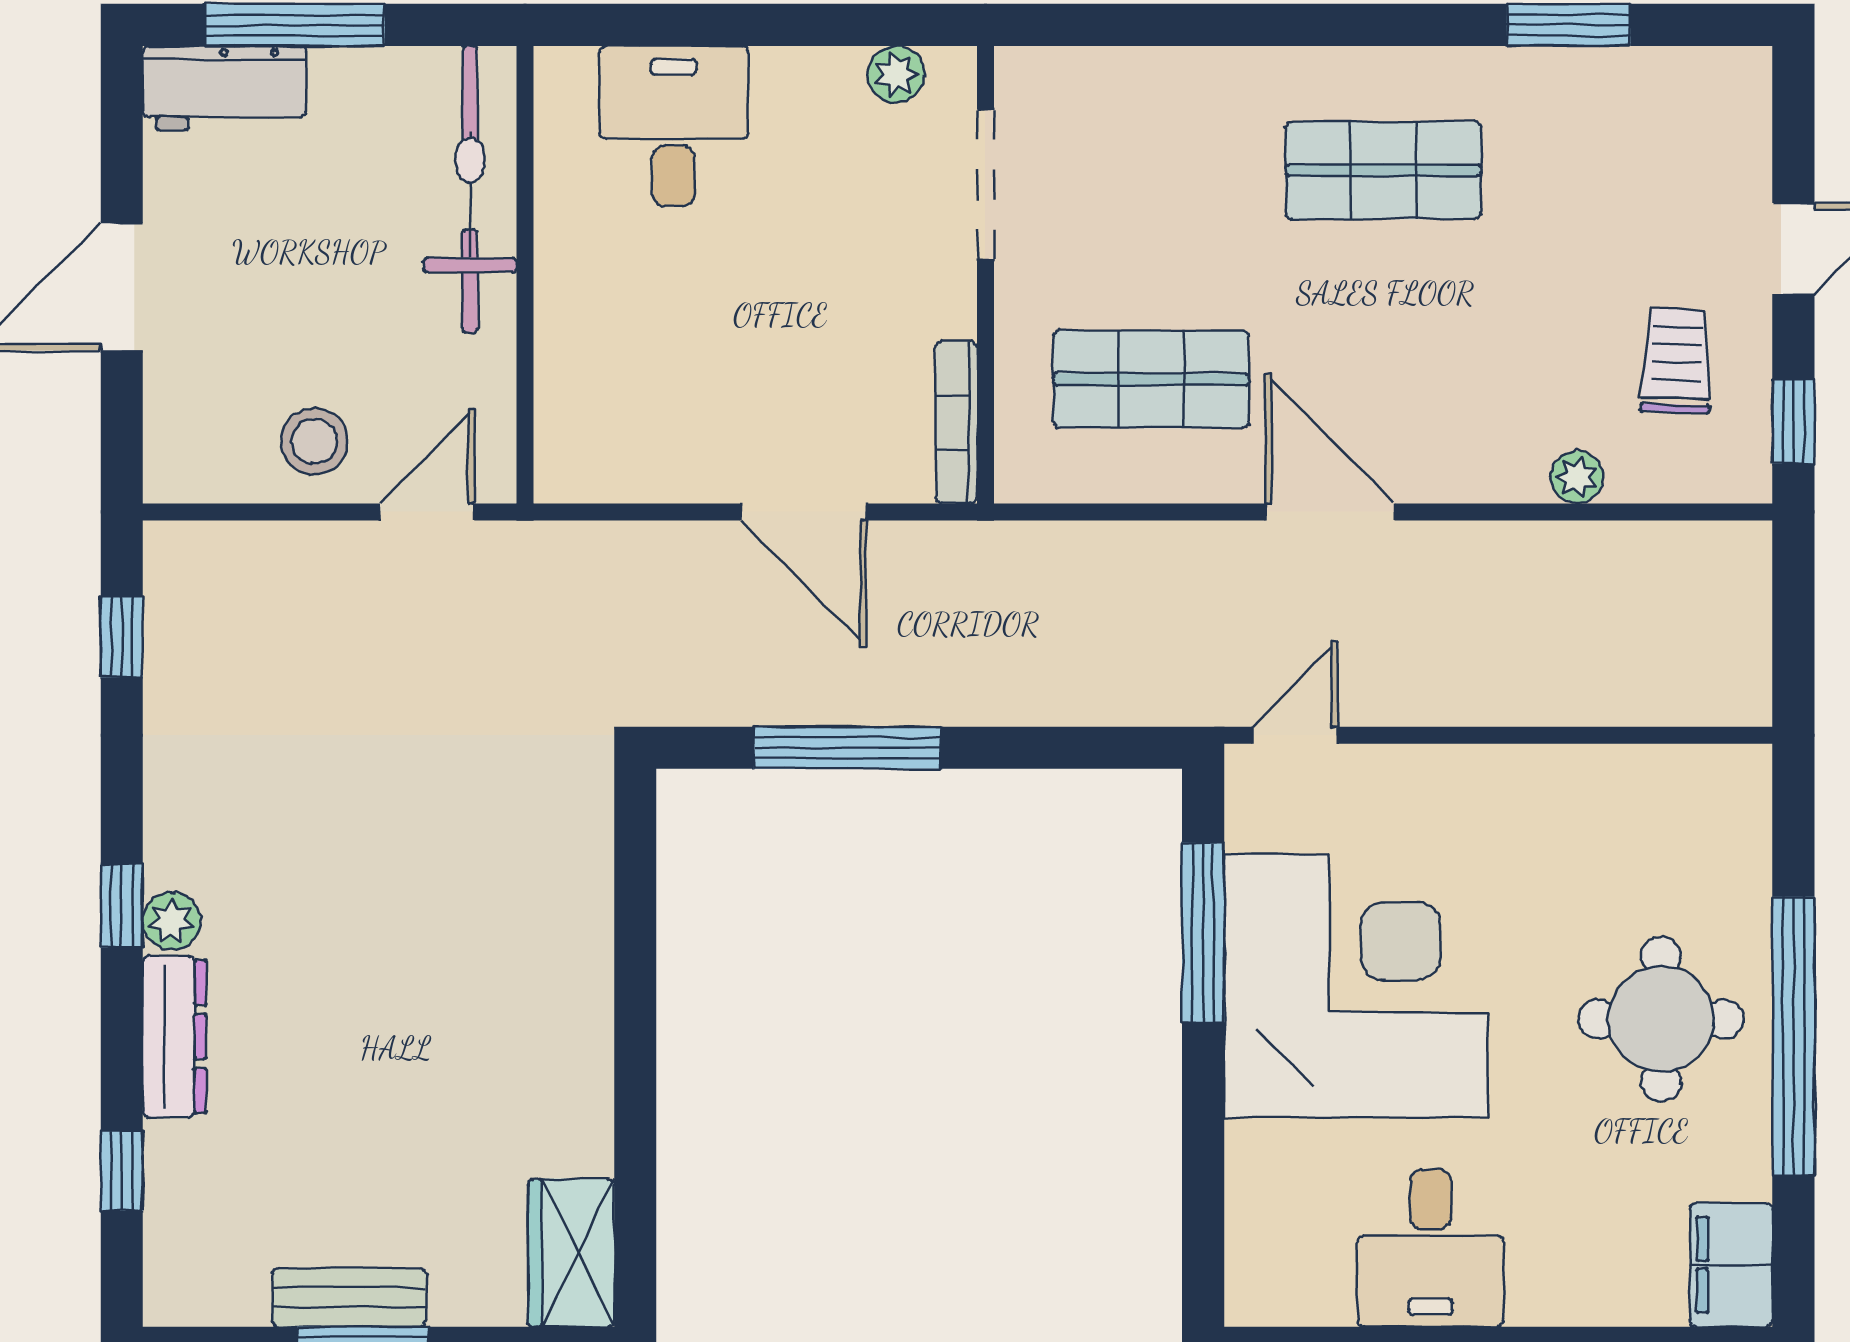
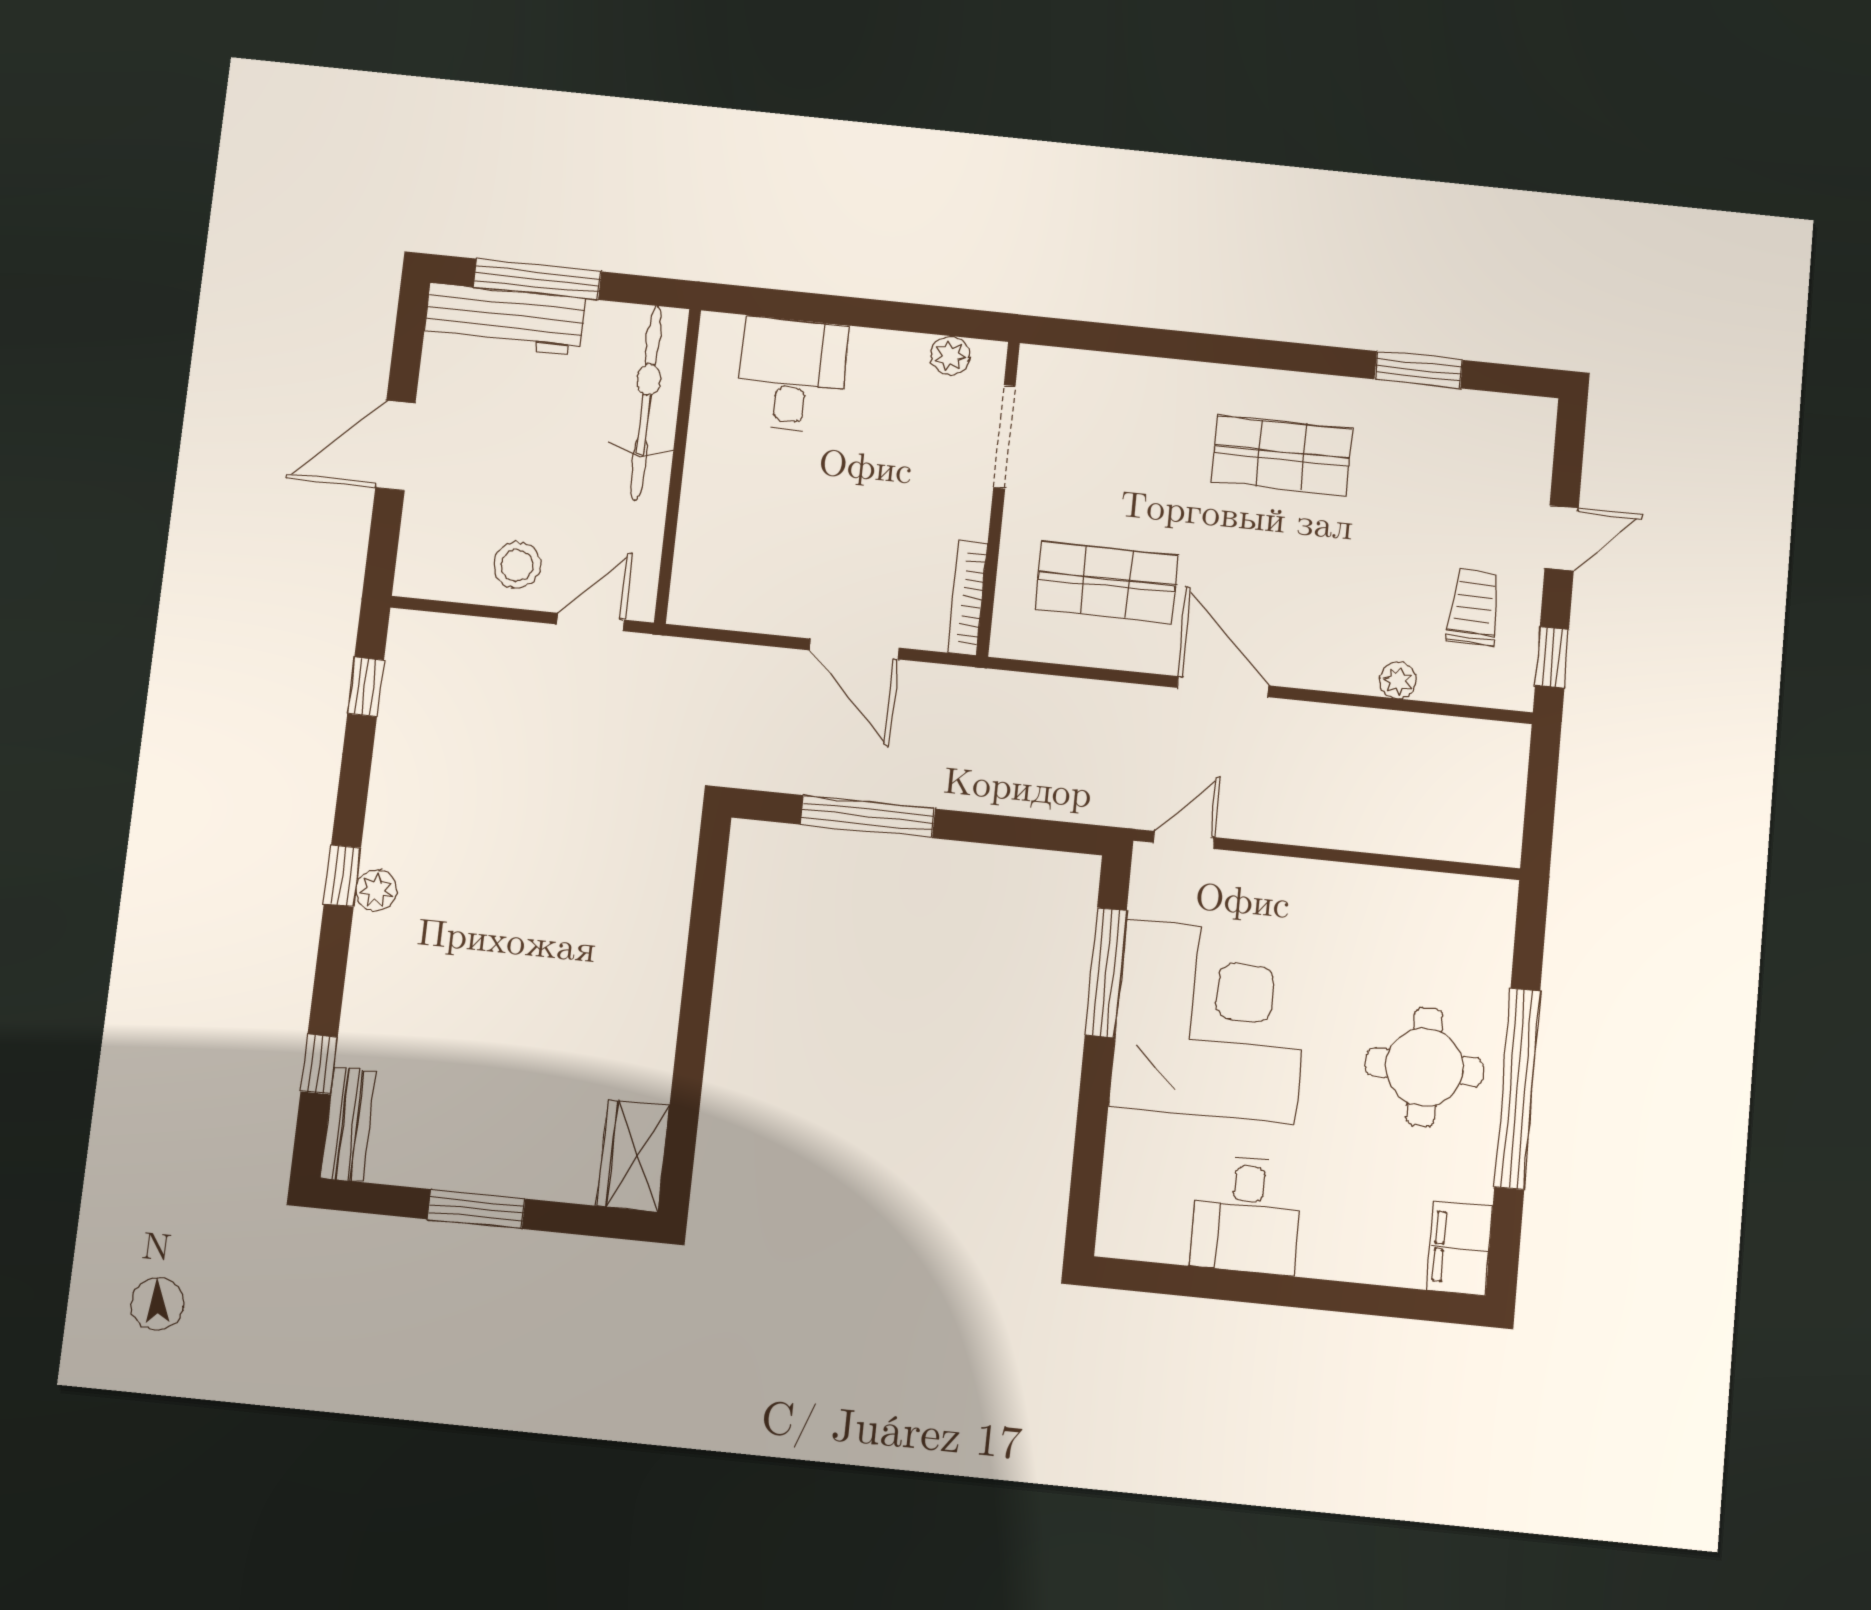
workbench: (225, 88) -> (505, 319), width x1.38
dresser: (174, 1037) -> (368, 972), removed
bench: (349, 1297) -> (348, 1124), moved, turned 90

